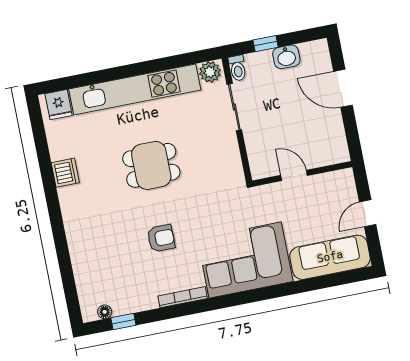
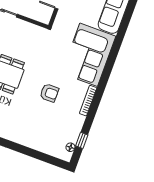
armchair: (161, 238) -> (49, 93), turned 90

